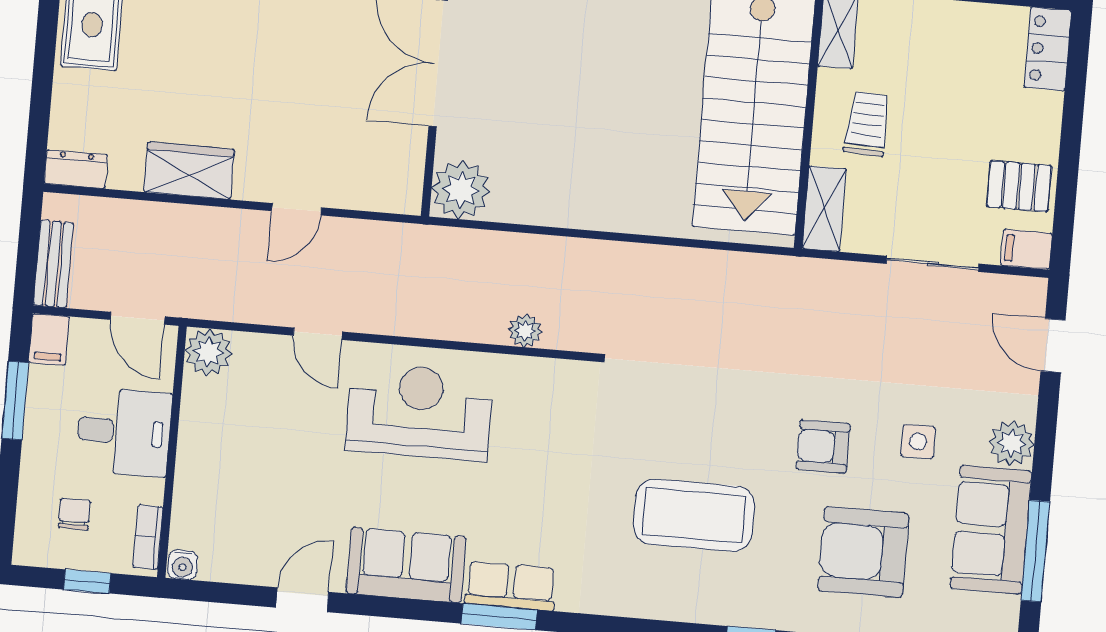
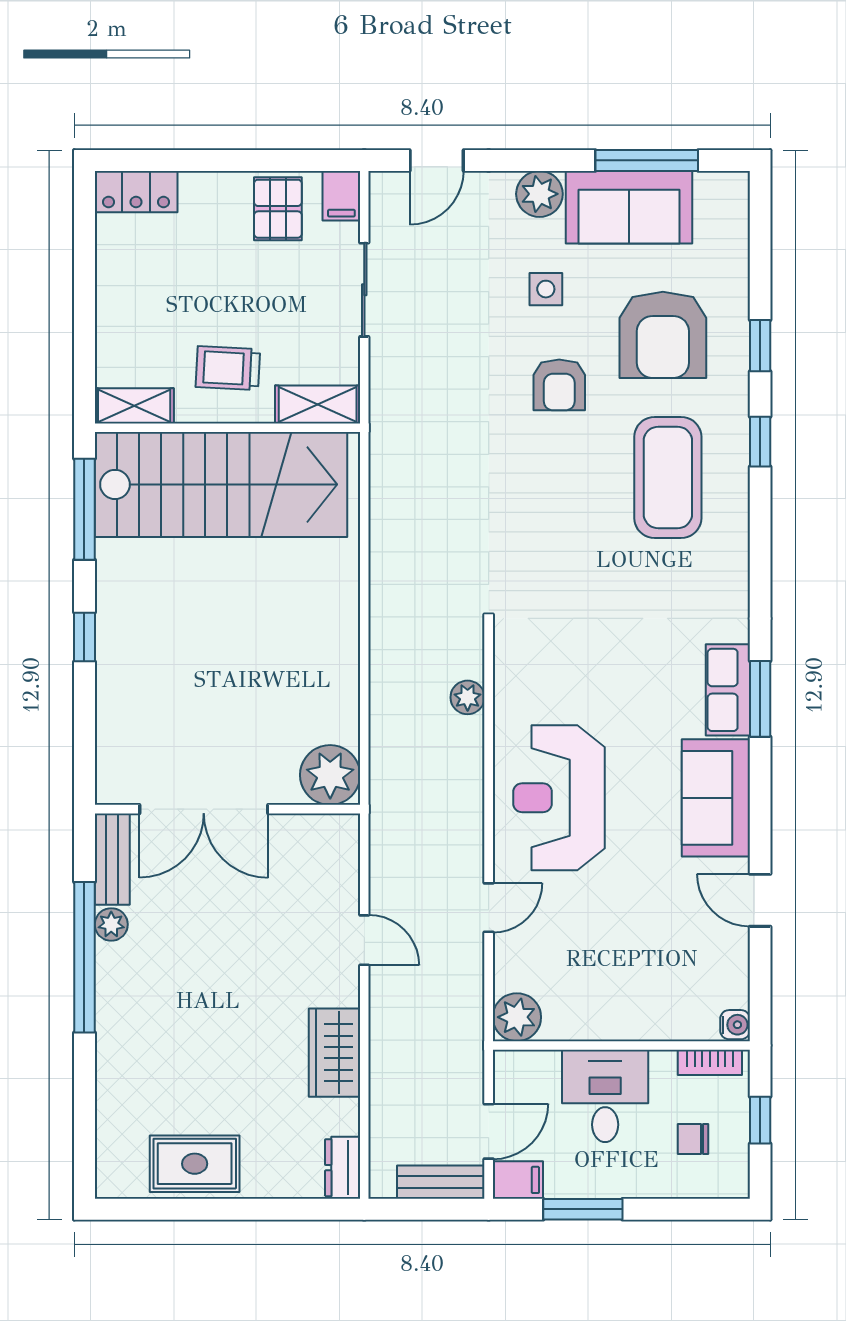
door: (138, 318) -> (489, 1131), moved
coffee table: (694, 515) -> (668, 477), moved

